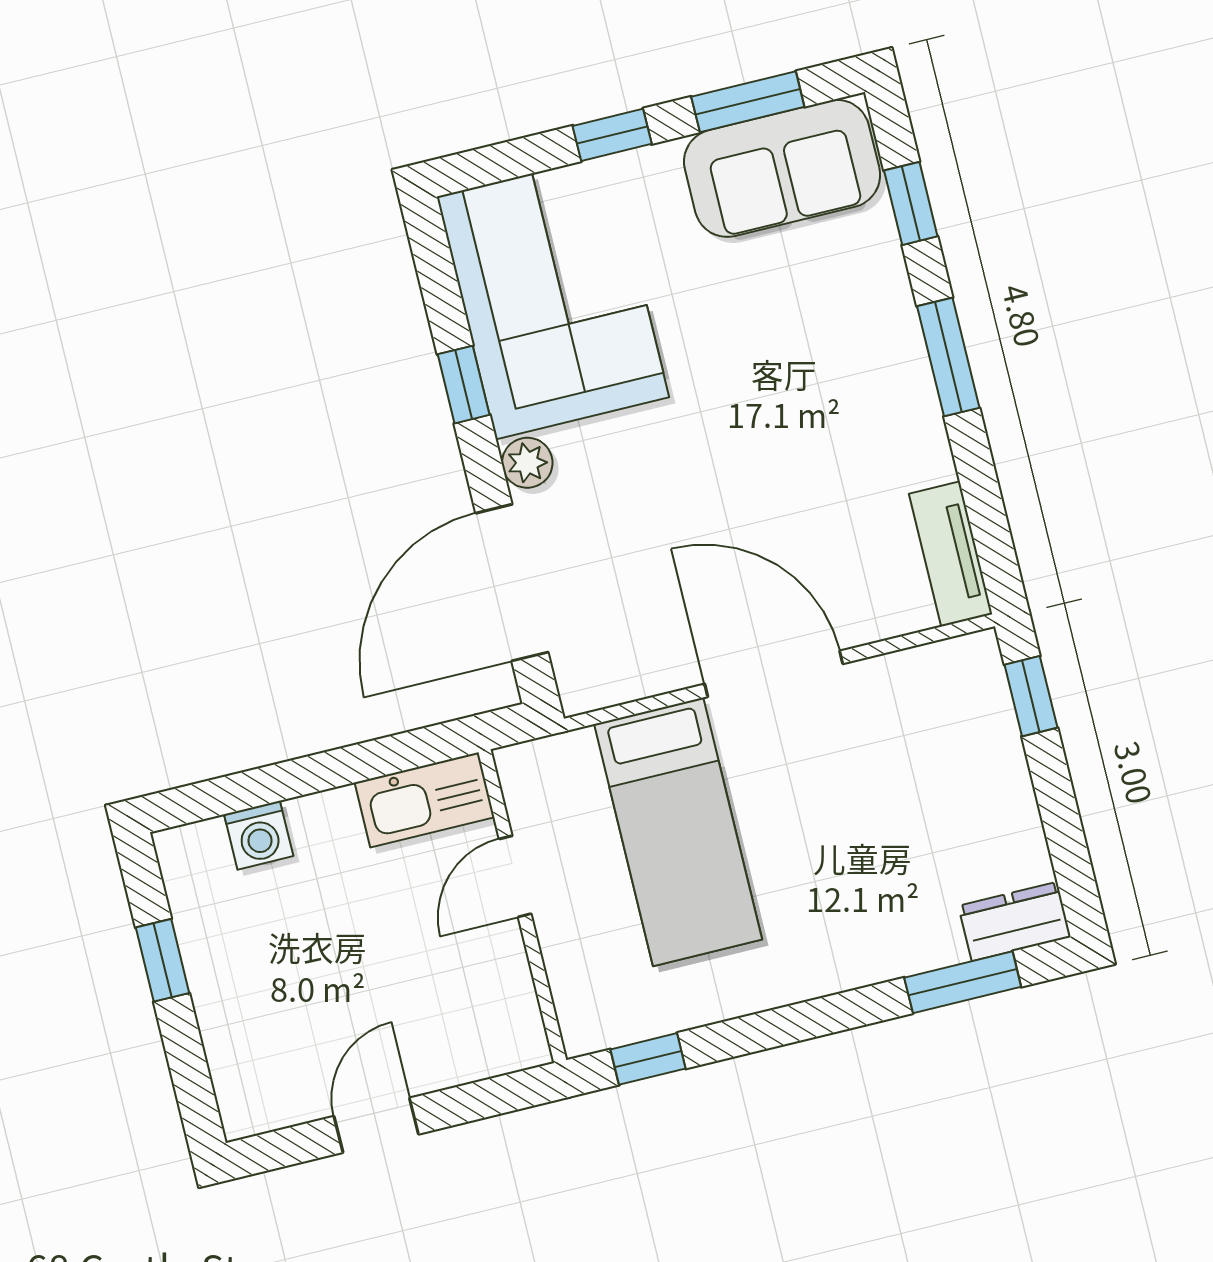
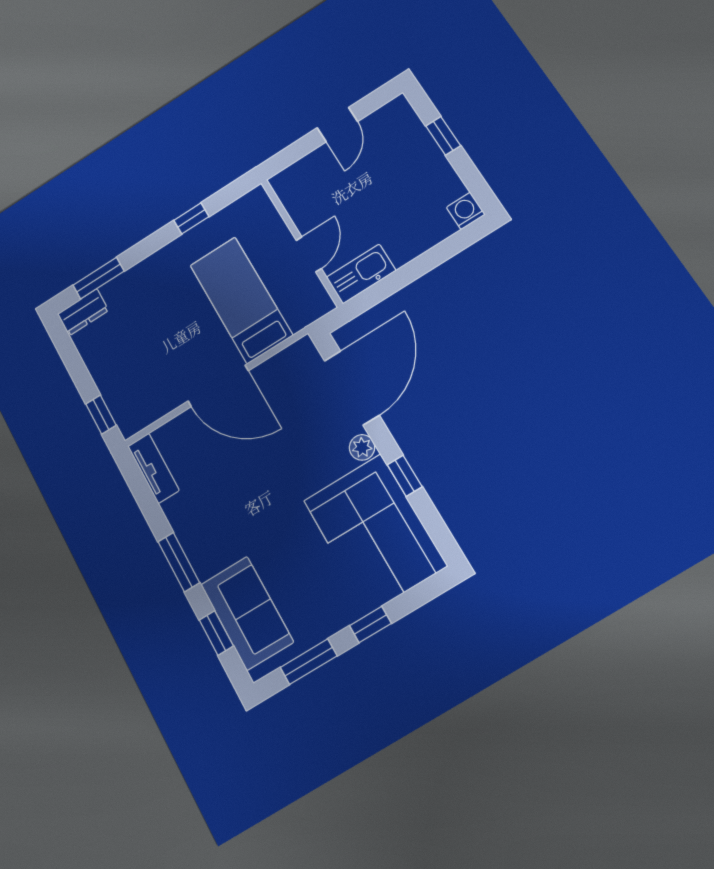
sofa: (782, 168) -> (247, 613), moved, turned 90
washing machine: (259, 835) -> (466, 211), moved
window: (162, 960) -> (443, 136), moved
window: (648, 1059) -> (191, 218), moved

